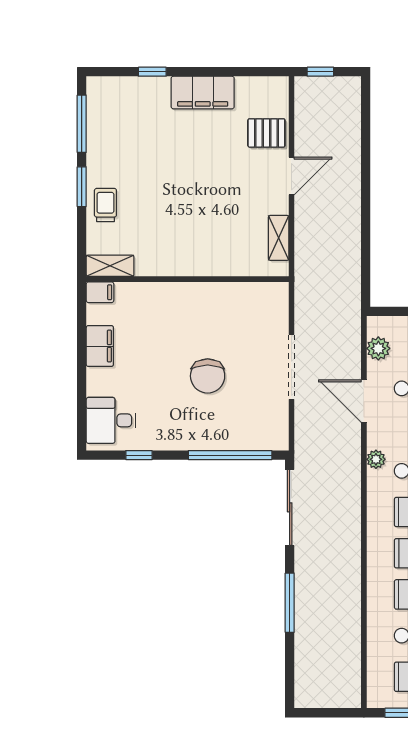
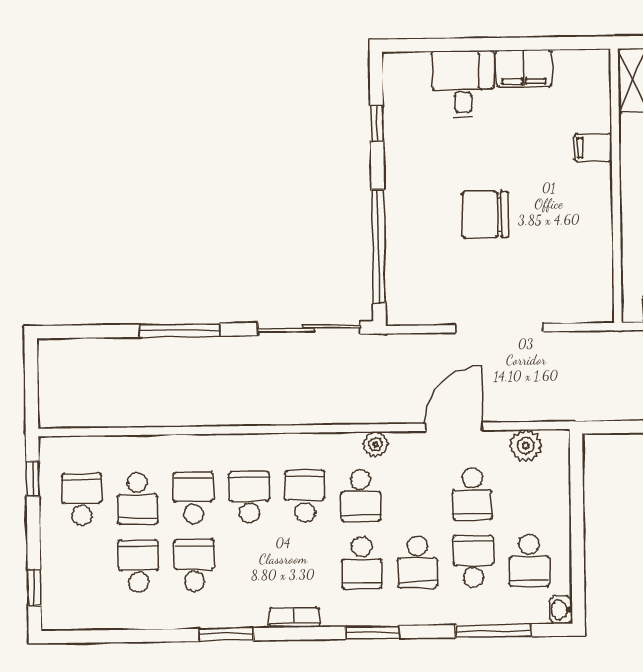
filing cabinet: (100, 292) -> (593, 148), moved, turned 90
desk: (111, 420) -> (463, 84), moved

